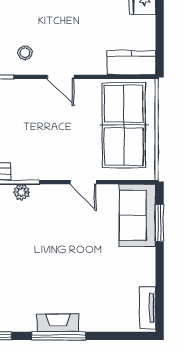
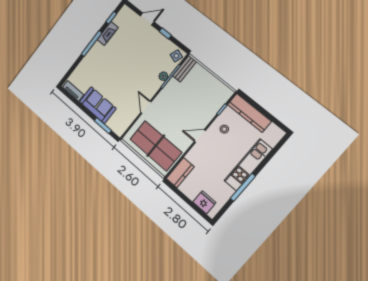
door: (83, 182) -> (146, 107), hinge flipped
sofa: (137, 215) -> (98, 105), moved
fireplace: (58, 323) -> (108, 34), moved

